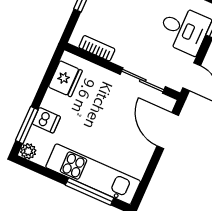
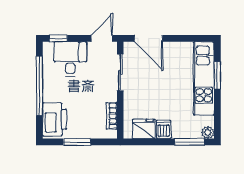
dishwasher: (46, 120) -> (164, 129), moved
door: (168, 131) -> (148, 38), hinge flipped
window: (90, 191) -> (217, 75), width x0.69

